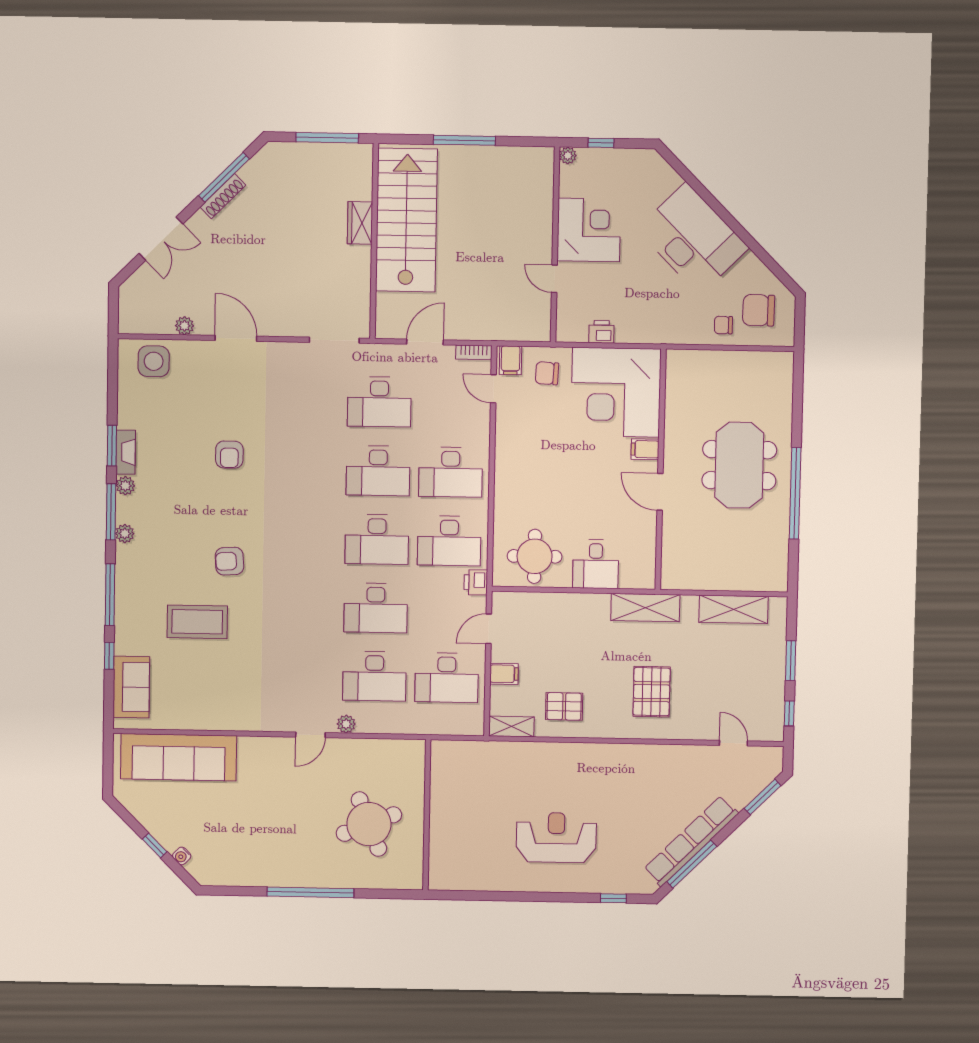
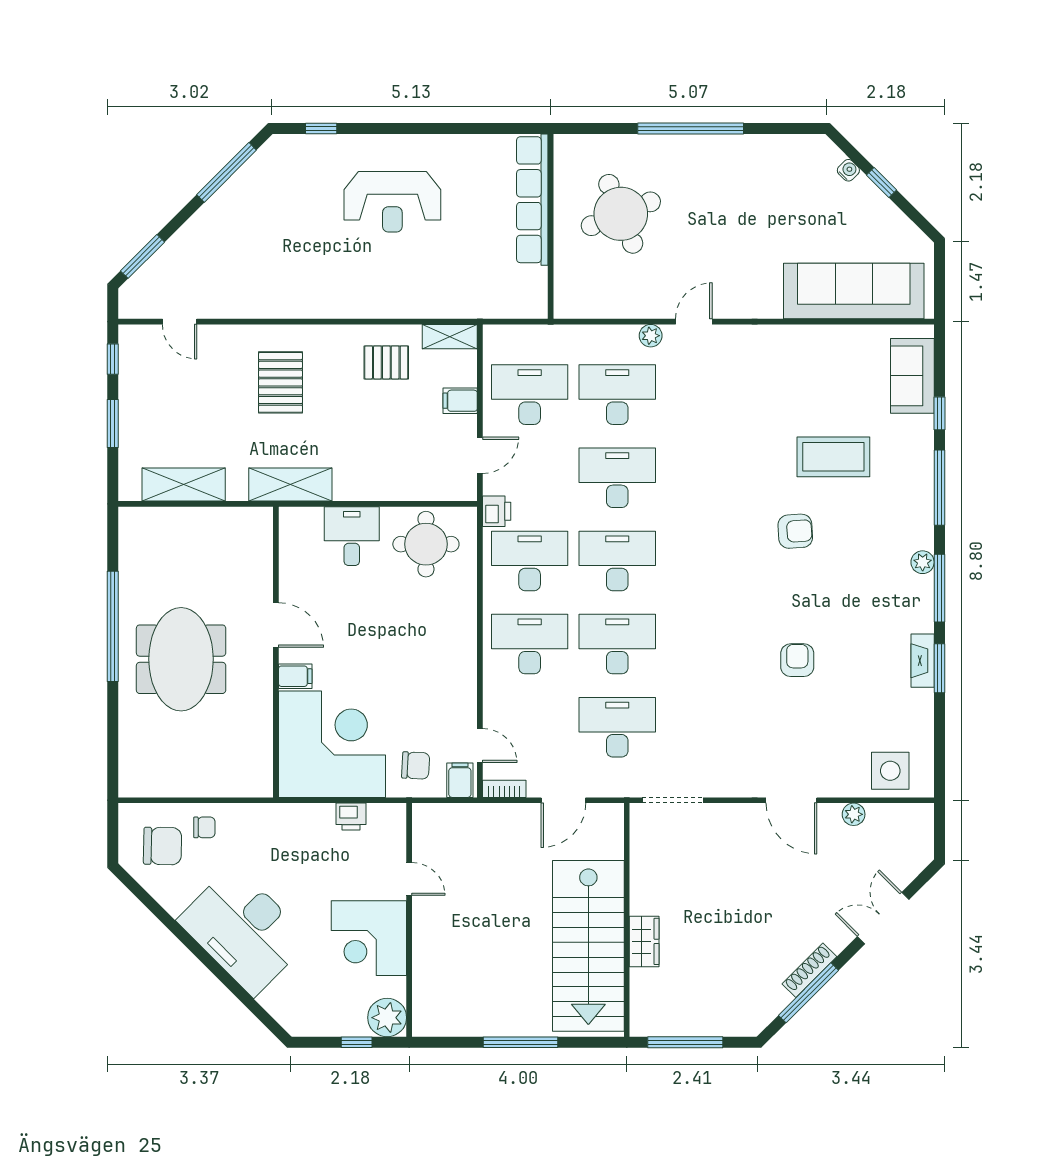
plant: (568, 156) -> (387, 1018), width x1.88, depth x1.88
plant: (125, 486) -> (922, 620), removed
row of seats: (691, 841) -> (532, 200), moved, turned 135

